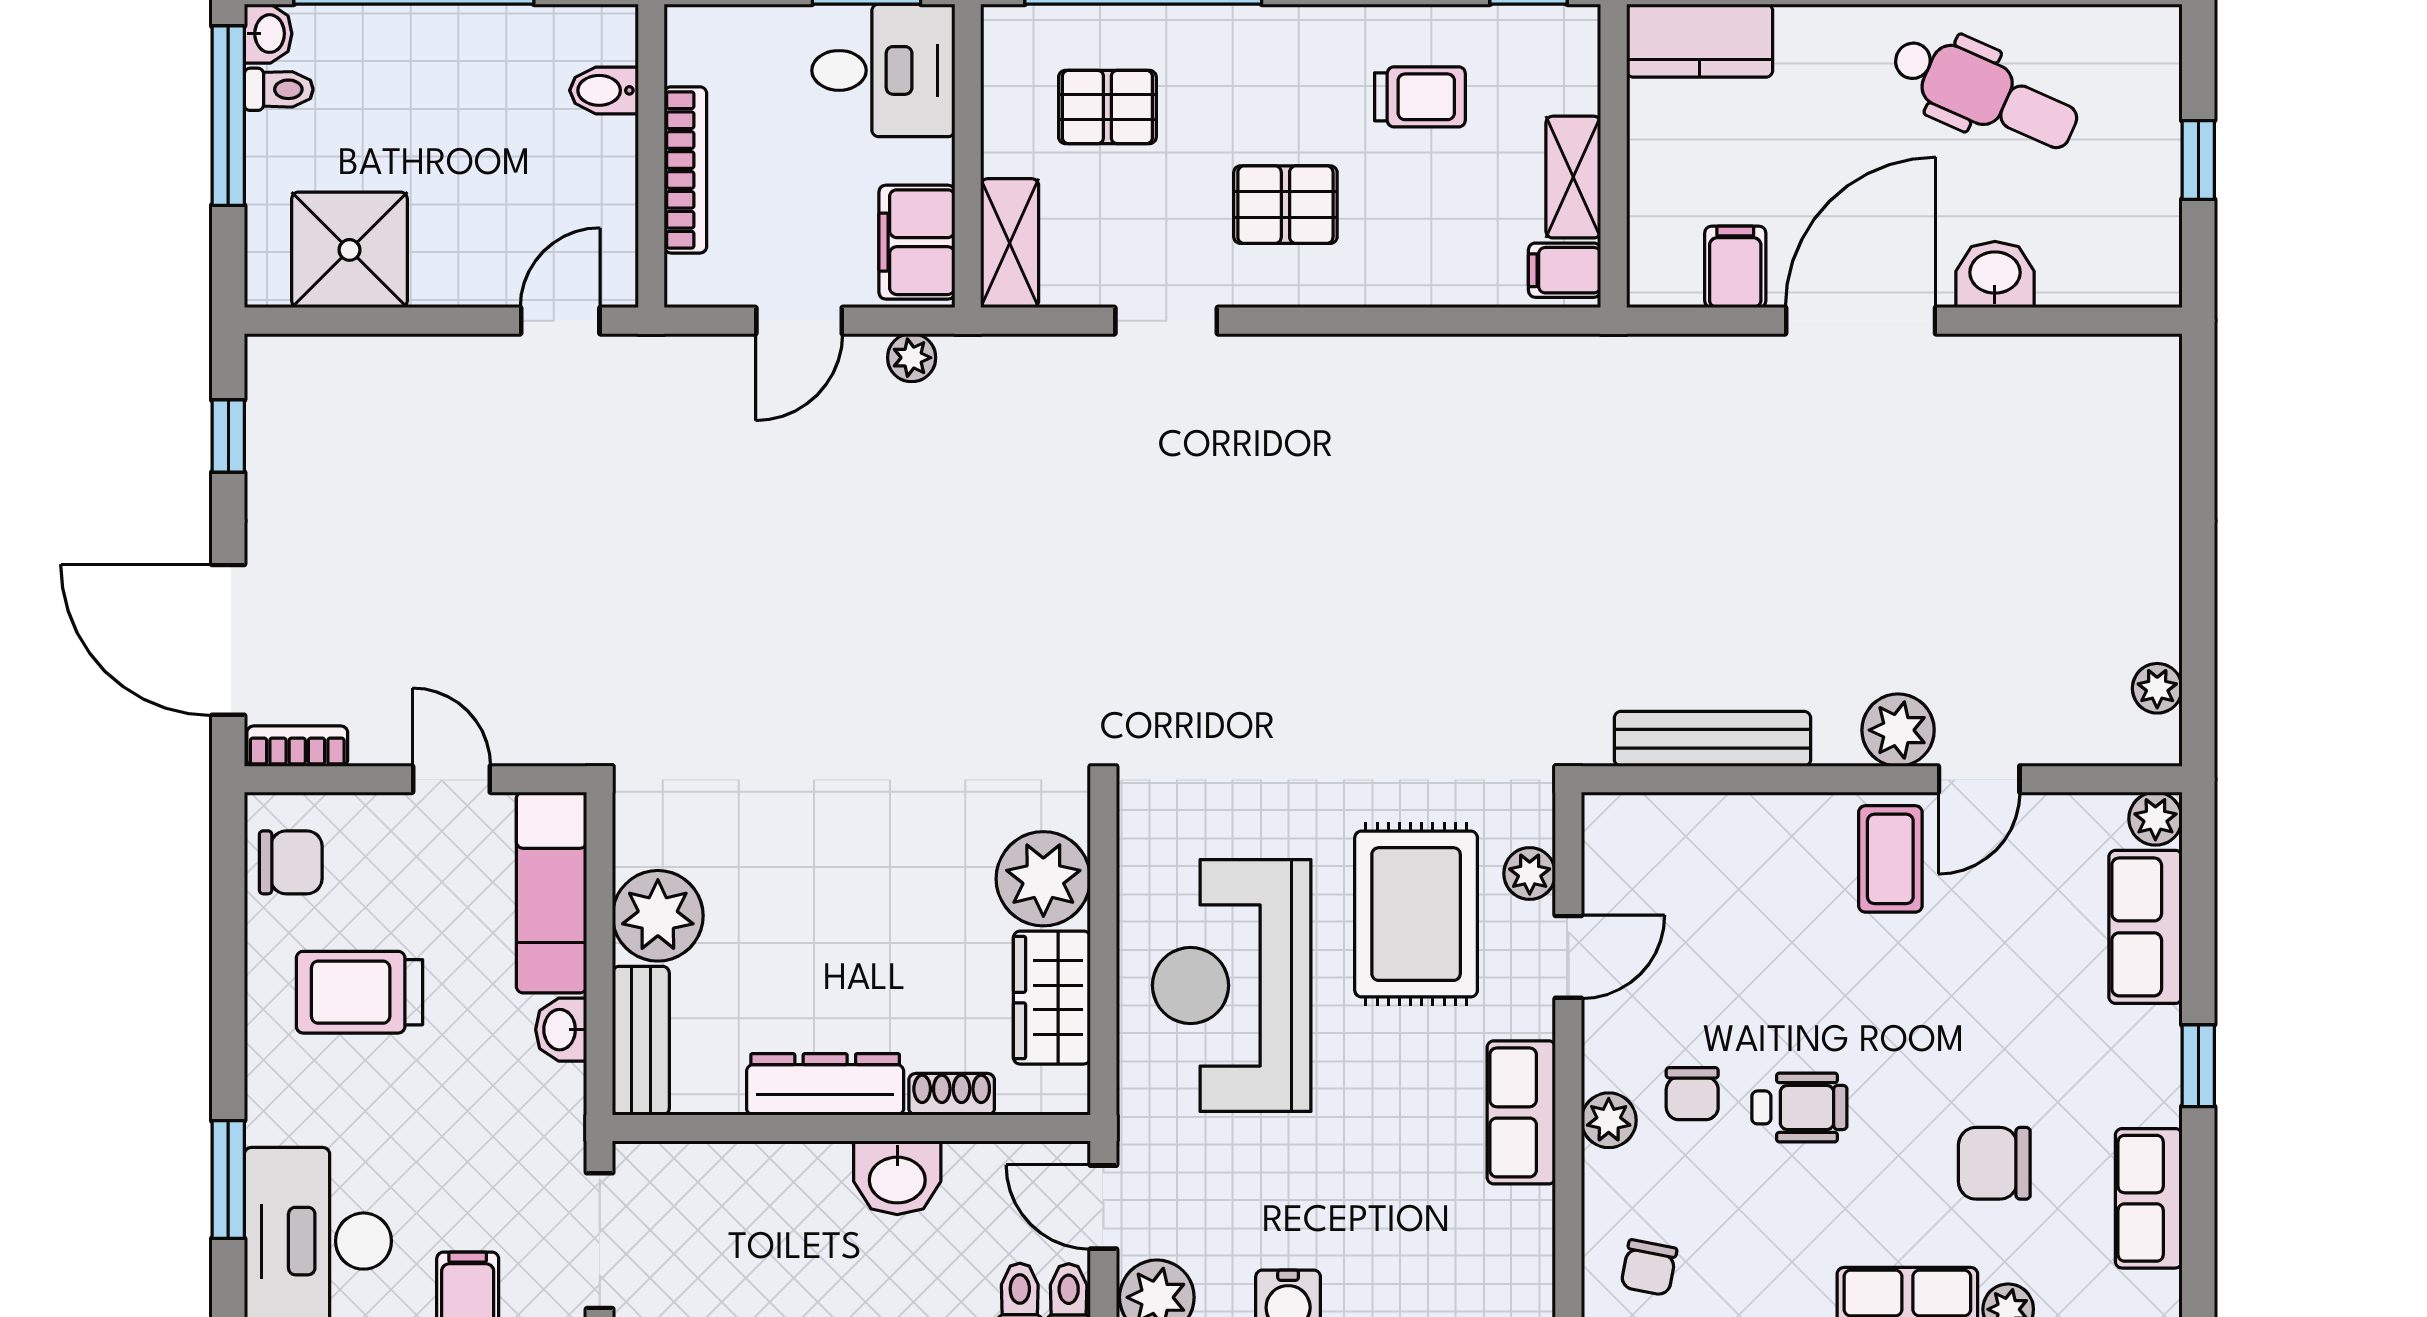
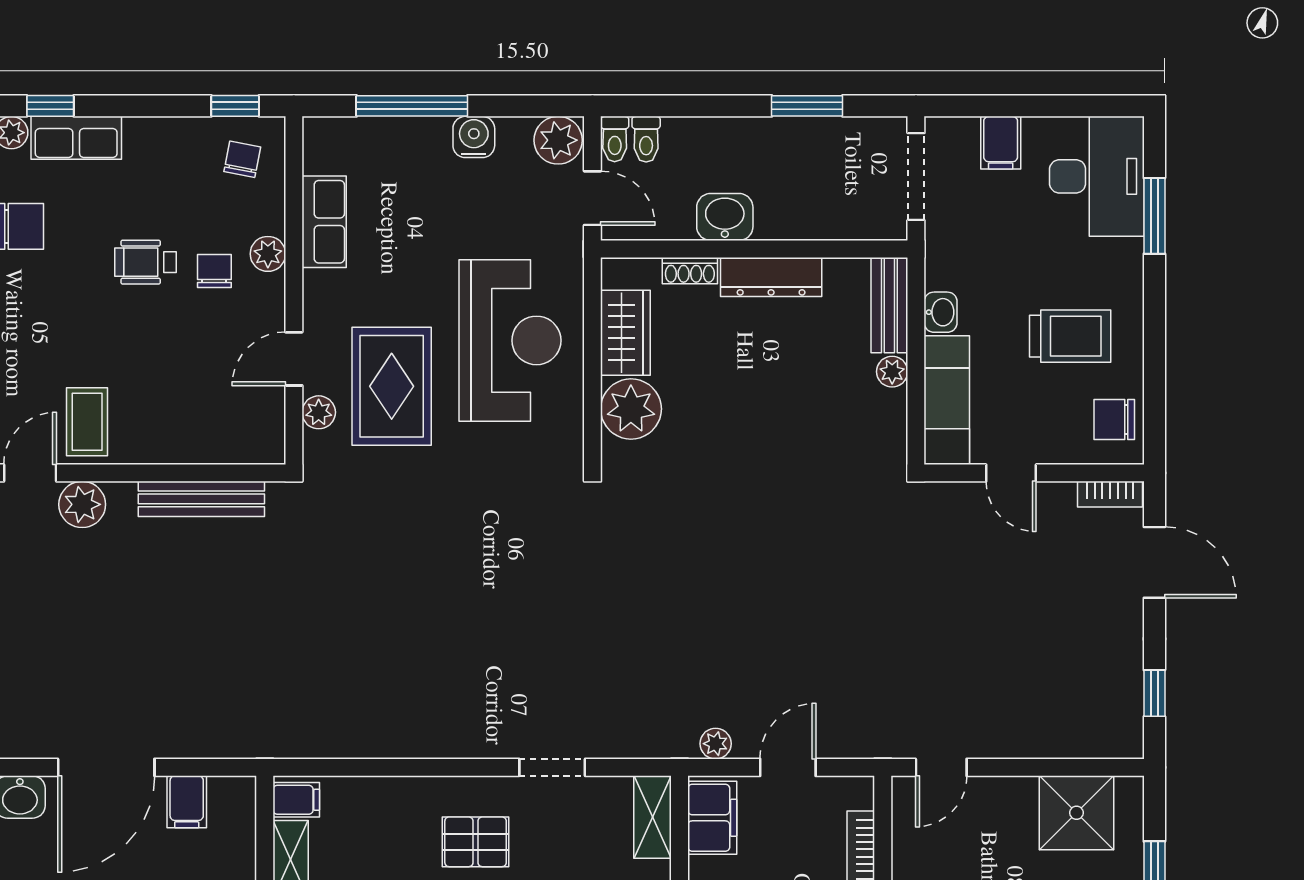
door: (228, 640) -> (1154, 562), width x0.73
plant: (658, 916) -> (892, 372), width x0.53, depth x0.53
row of seats: (1521, 1112) -> (324, 222), moved

